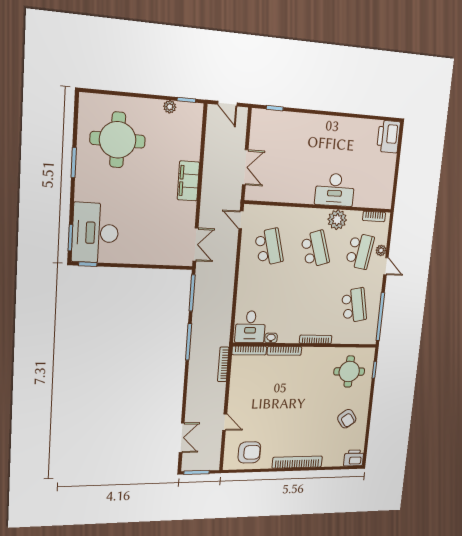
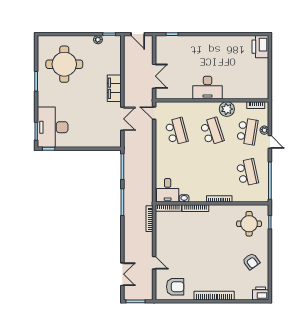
desk: (335, 190) -> (208, 88), moved
double door: (196, 244) -> (122, 119), moved

